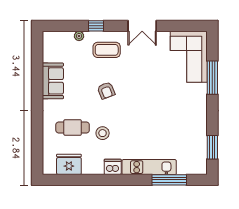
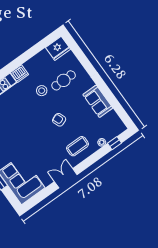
window: (96, 26) -> (115, 143), moved
fridge: (69, 164) -> (58, 48), moved

